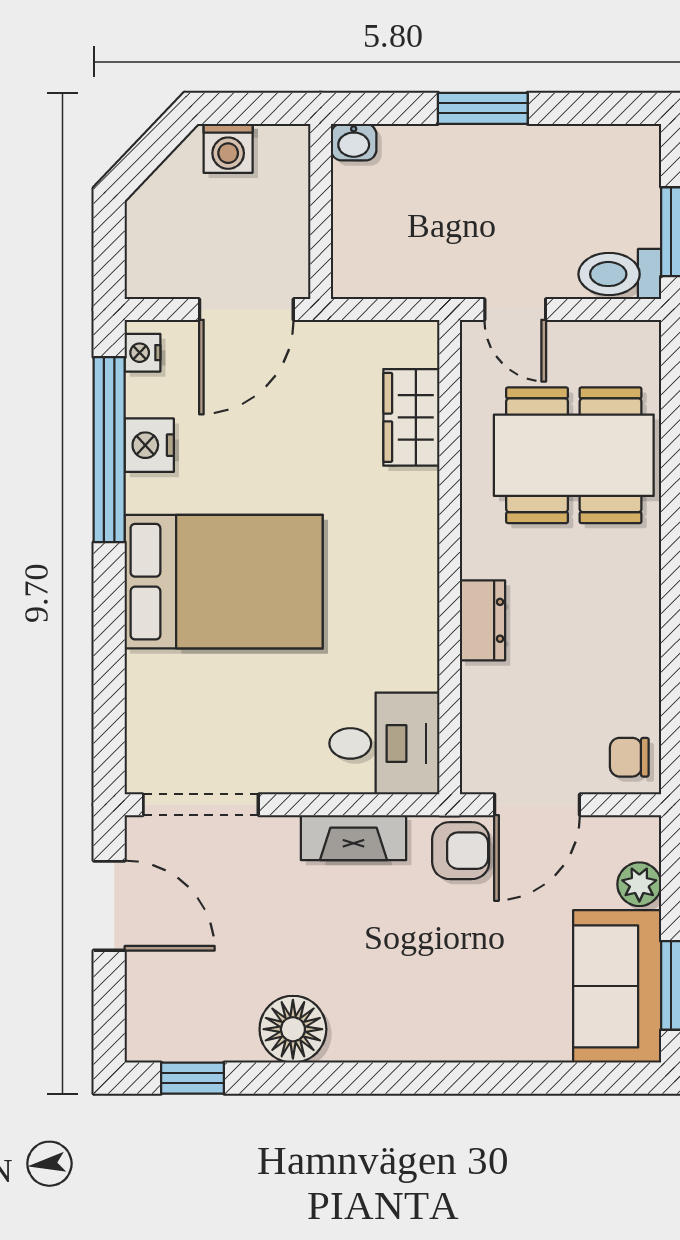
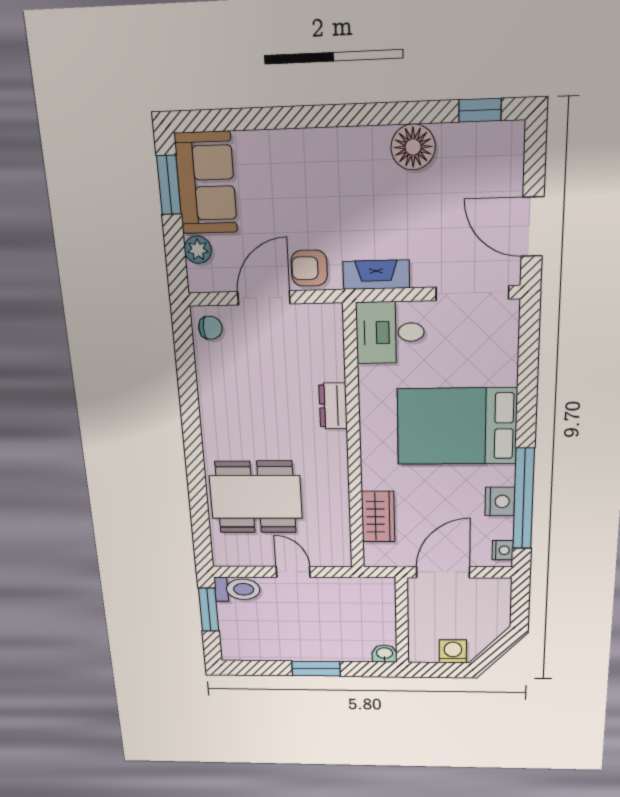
wardrobe: (411, 417) -> (378, 517), moved
wall: (450, 557) -> (354, 441), moved
dresser: (482, 620) -> (333, 406), moved
desk: (384, 743) -> (390, 333), moved

